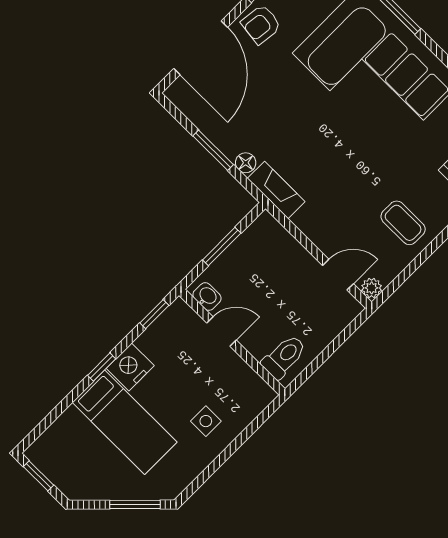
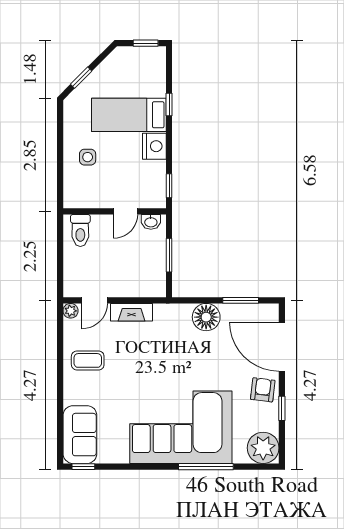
window: (213, 150) -> (241, 300), moved
floor lamp: (246, 163) -> (206, 317), width x1.89, depth x1.89
fireplace: (276, 190) -> (132, 312), moved
window: (102, 367) -> (169, 104), moved
window: (135, 505) -> (81, 78), width x0.67

